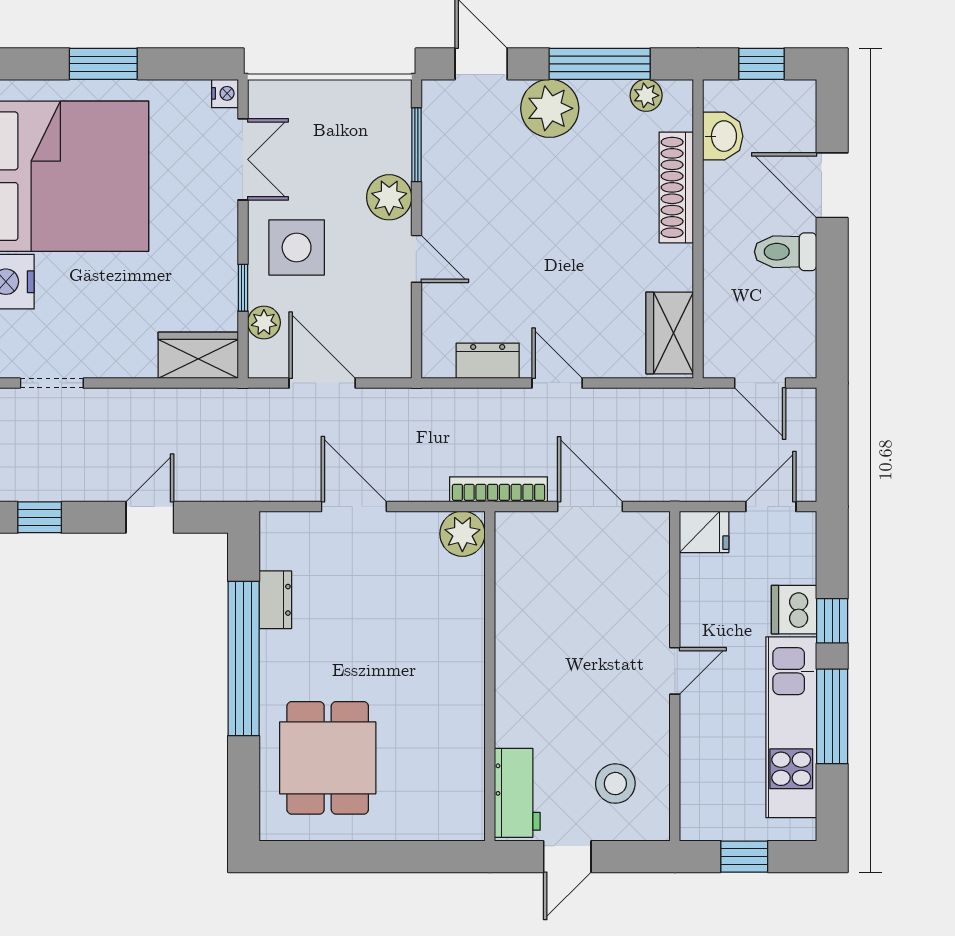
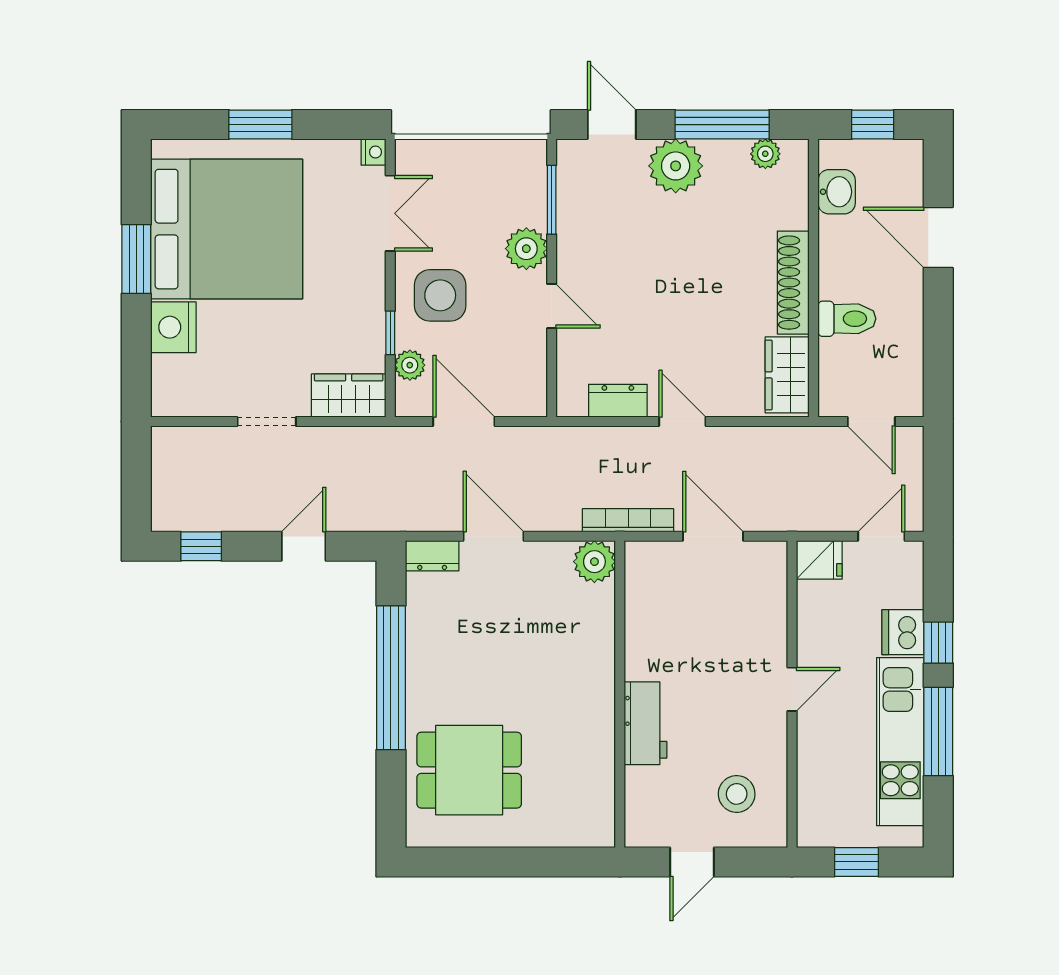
shoe rack: (676, 187) -> (793, 283), moved
toilet: (785, 252) -> (847, 319), moved, turned 180
doorway: (52, 383) -> (267, 422), moved
dresser: (275, 600) -> (432, 556), moved, turned 90
dining table: (328, 758) -> (469, 770), turned 90
workbench: (517, 793) -> (645, 723), moved

